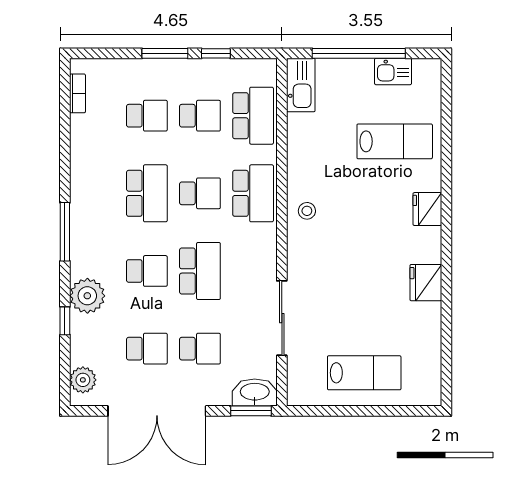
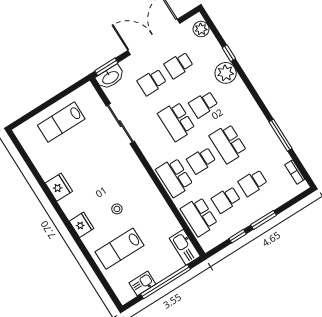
stool: (307, 211) -> (117, 209), moved
window: (65, 232) -> (281, 135), moved

